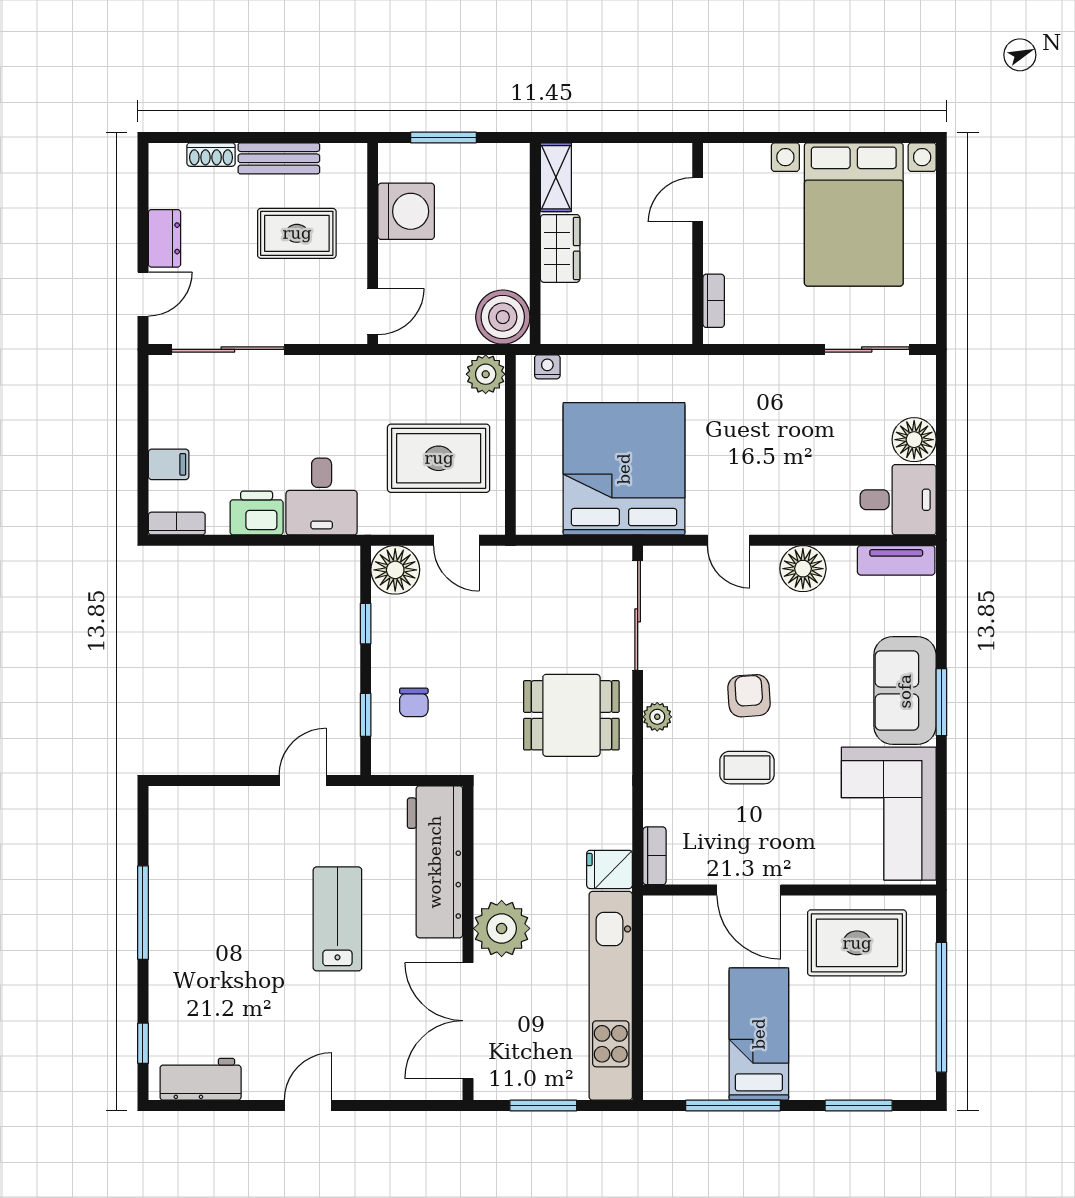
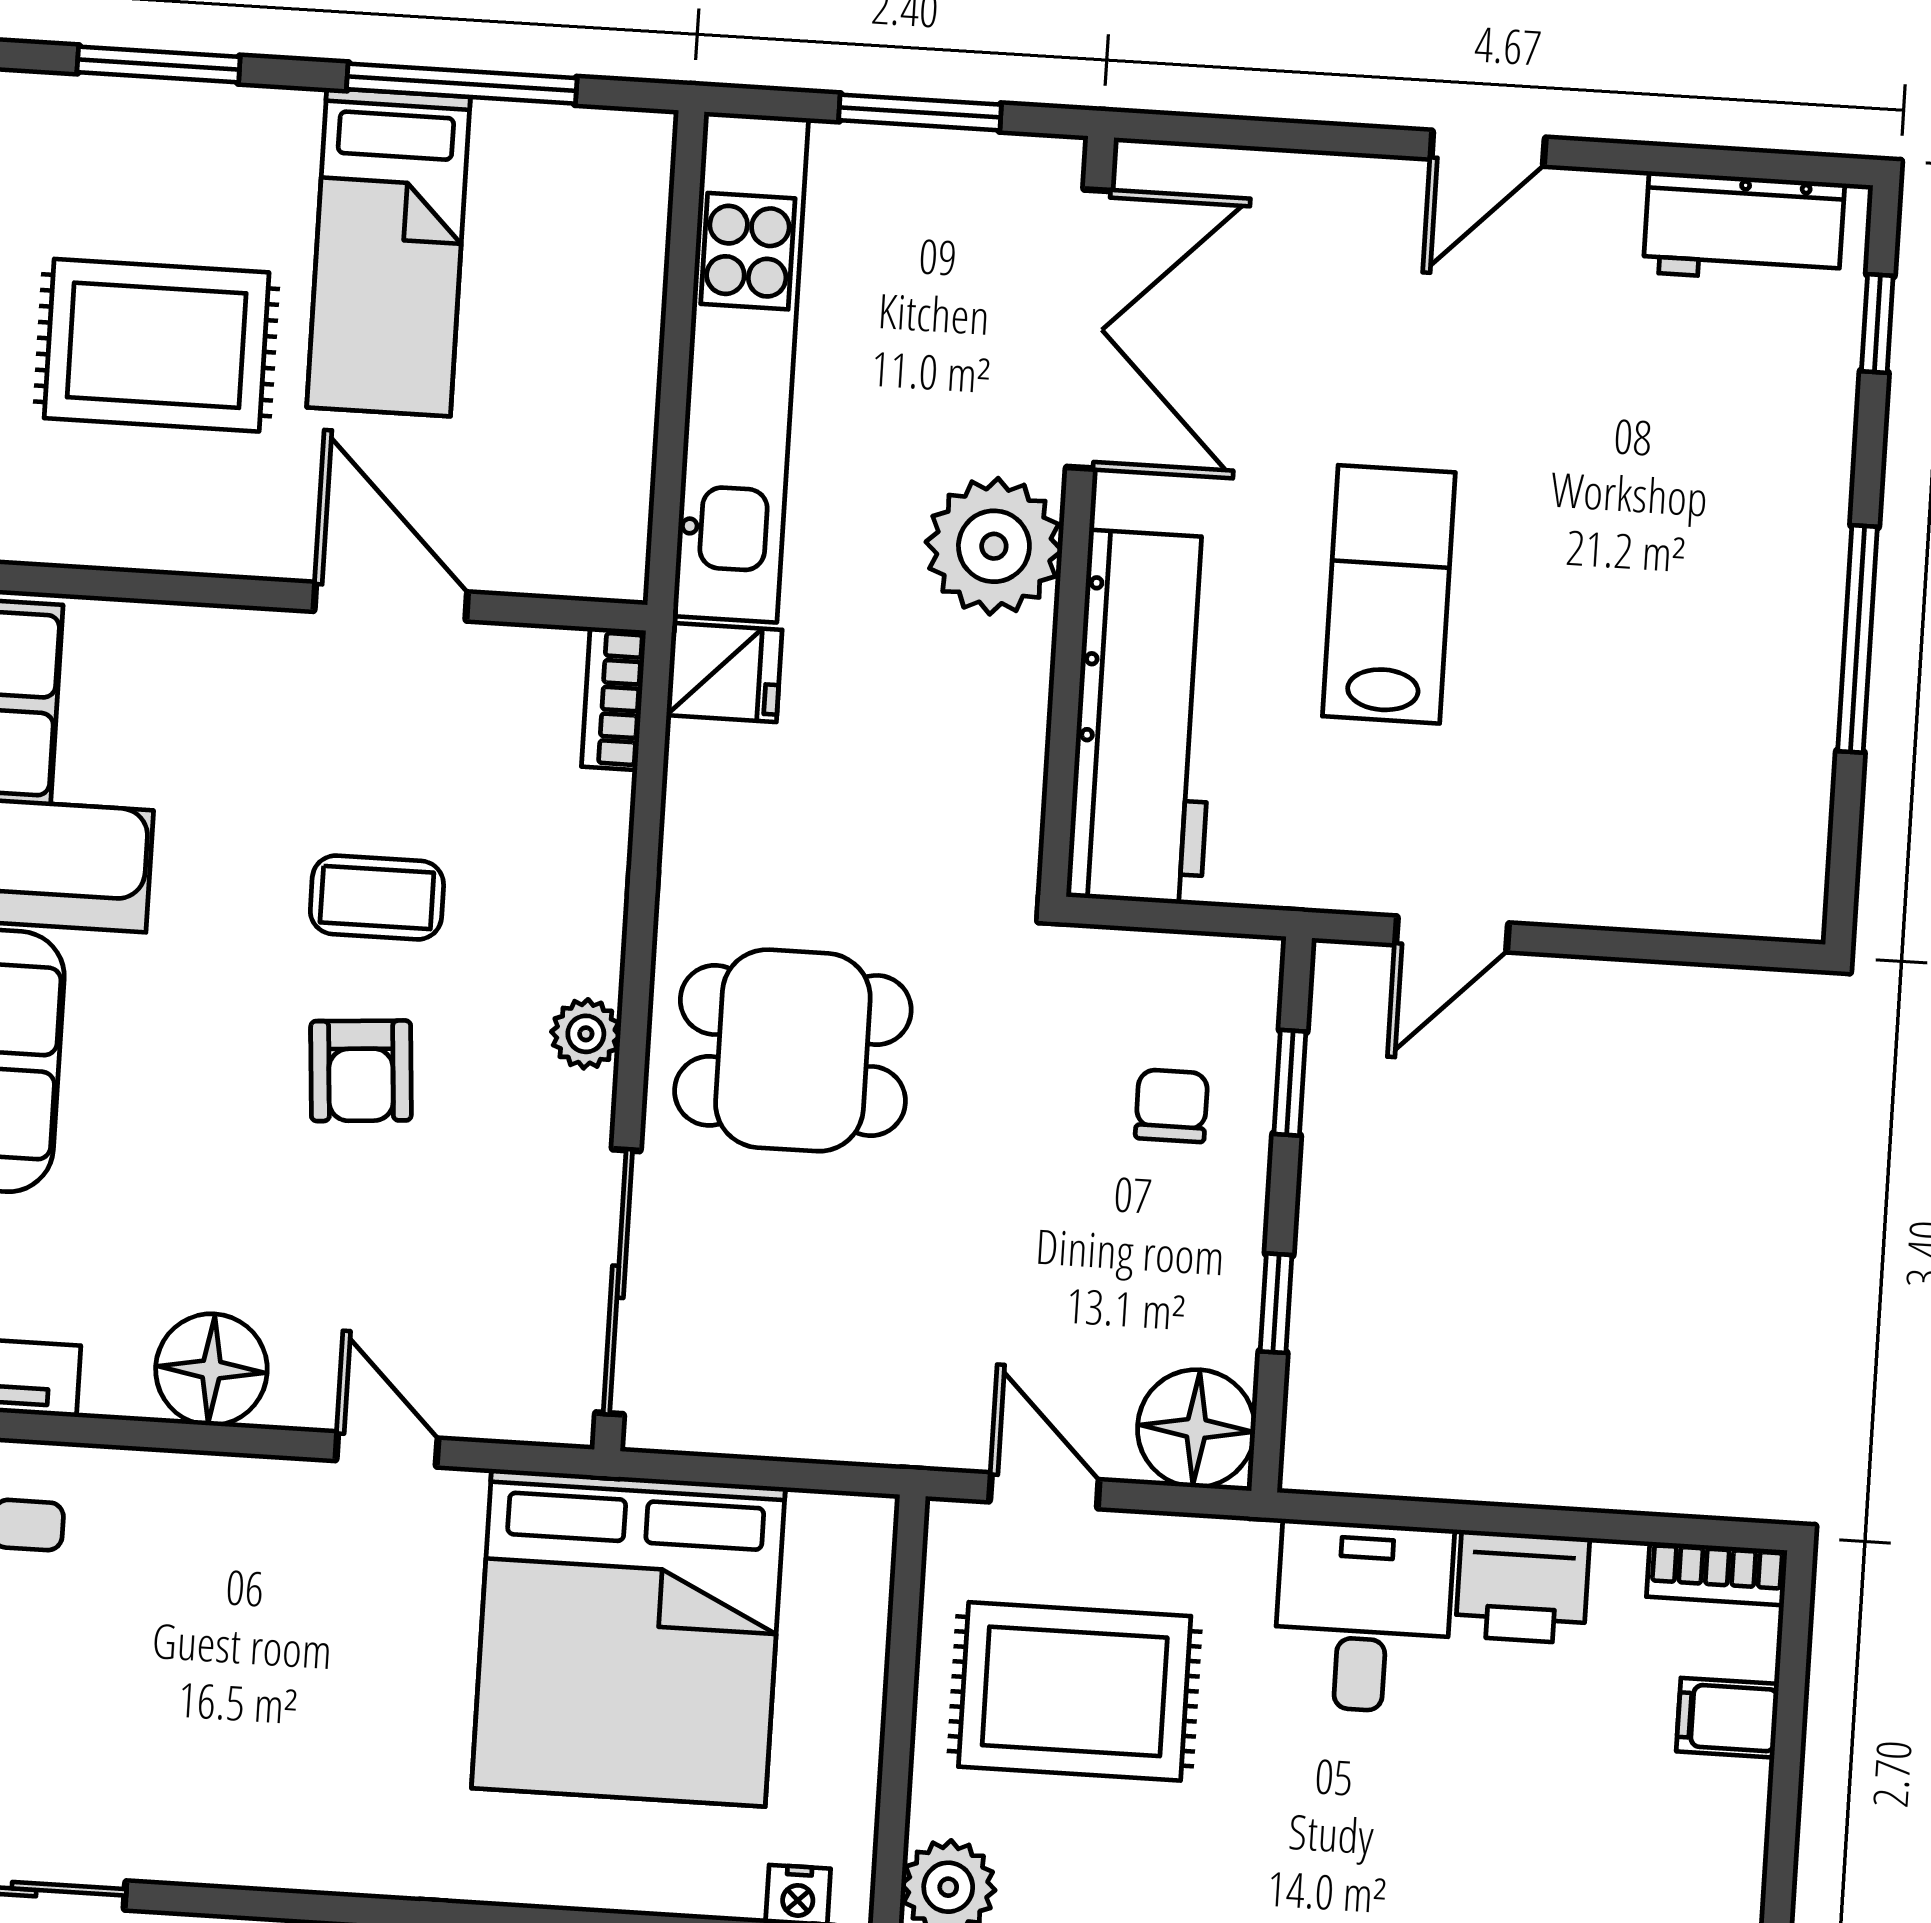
lab bench: (337, 919) -> (1389, 594), turned 180
rug: (857, 943) -> (157, 345), moved

